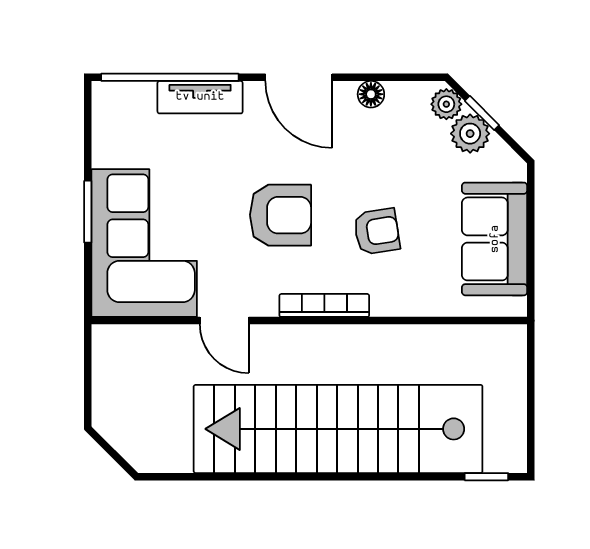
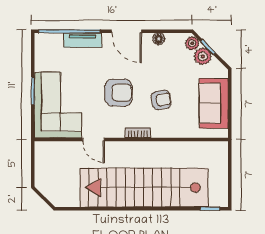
bookcase: (324, 305) -> (138, 133), width x0.64

